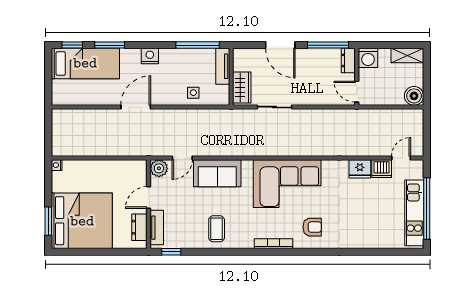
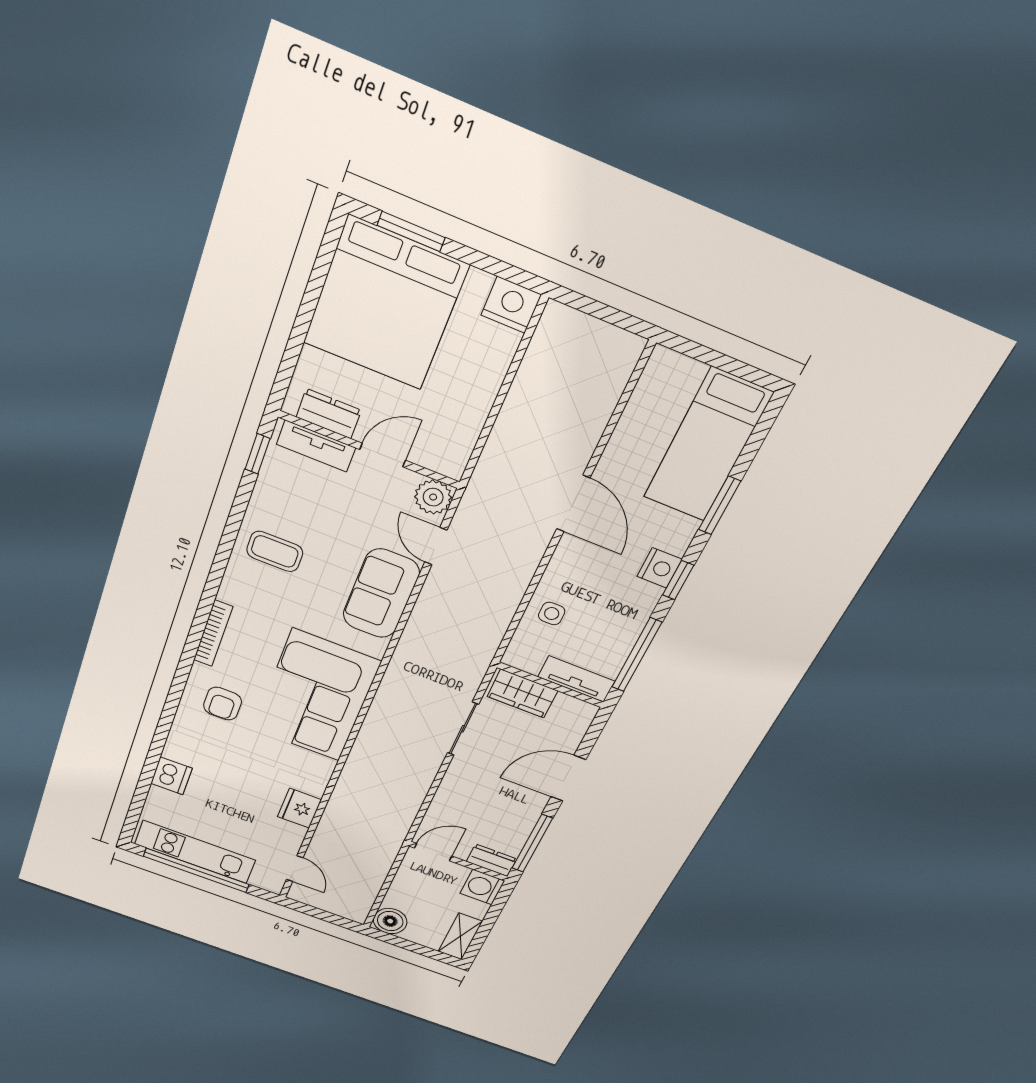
window: (72, 45) -> (678, 580), moved
nightstand: (57, 165) -> (511, 305), width x1.89, depth x1.79
dishwasher: (382, 169) -> (171, 776), moved, turned 180
door: (148, 198) -> (383, 455), hinge flipped

